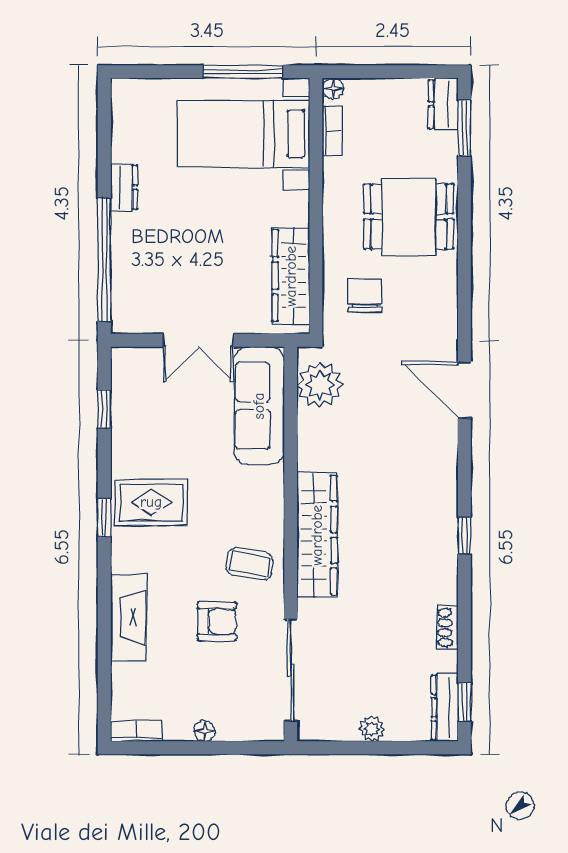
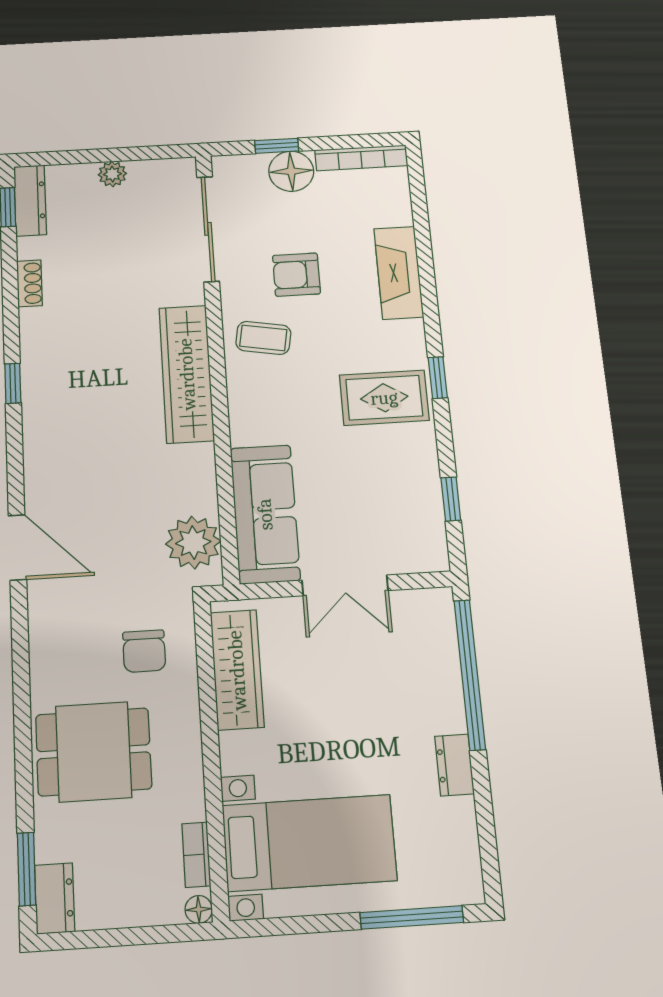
window: (243, 72) -> (412, 917), moved
double door: (198, 340) -> (345, 585), swing flipped
bookcase: (136, 731) -> (361, 158), width x1.56
floor lamp: (205, 731) -> (291, 171), width x1.89, depth x1.89
window: (225, 748) -> (277, 146), added

